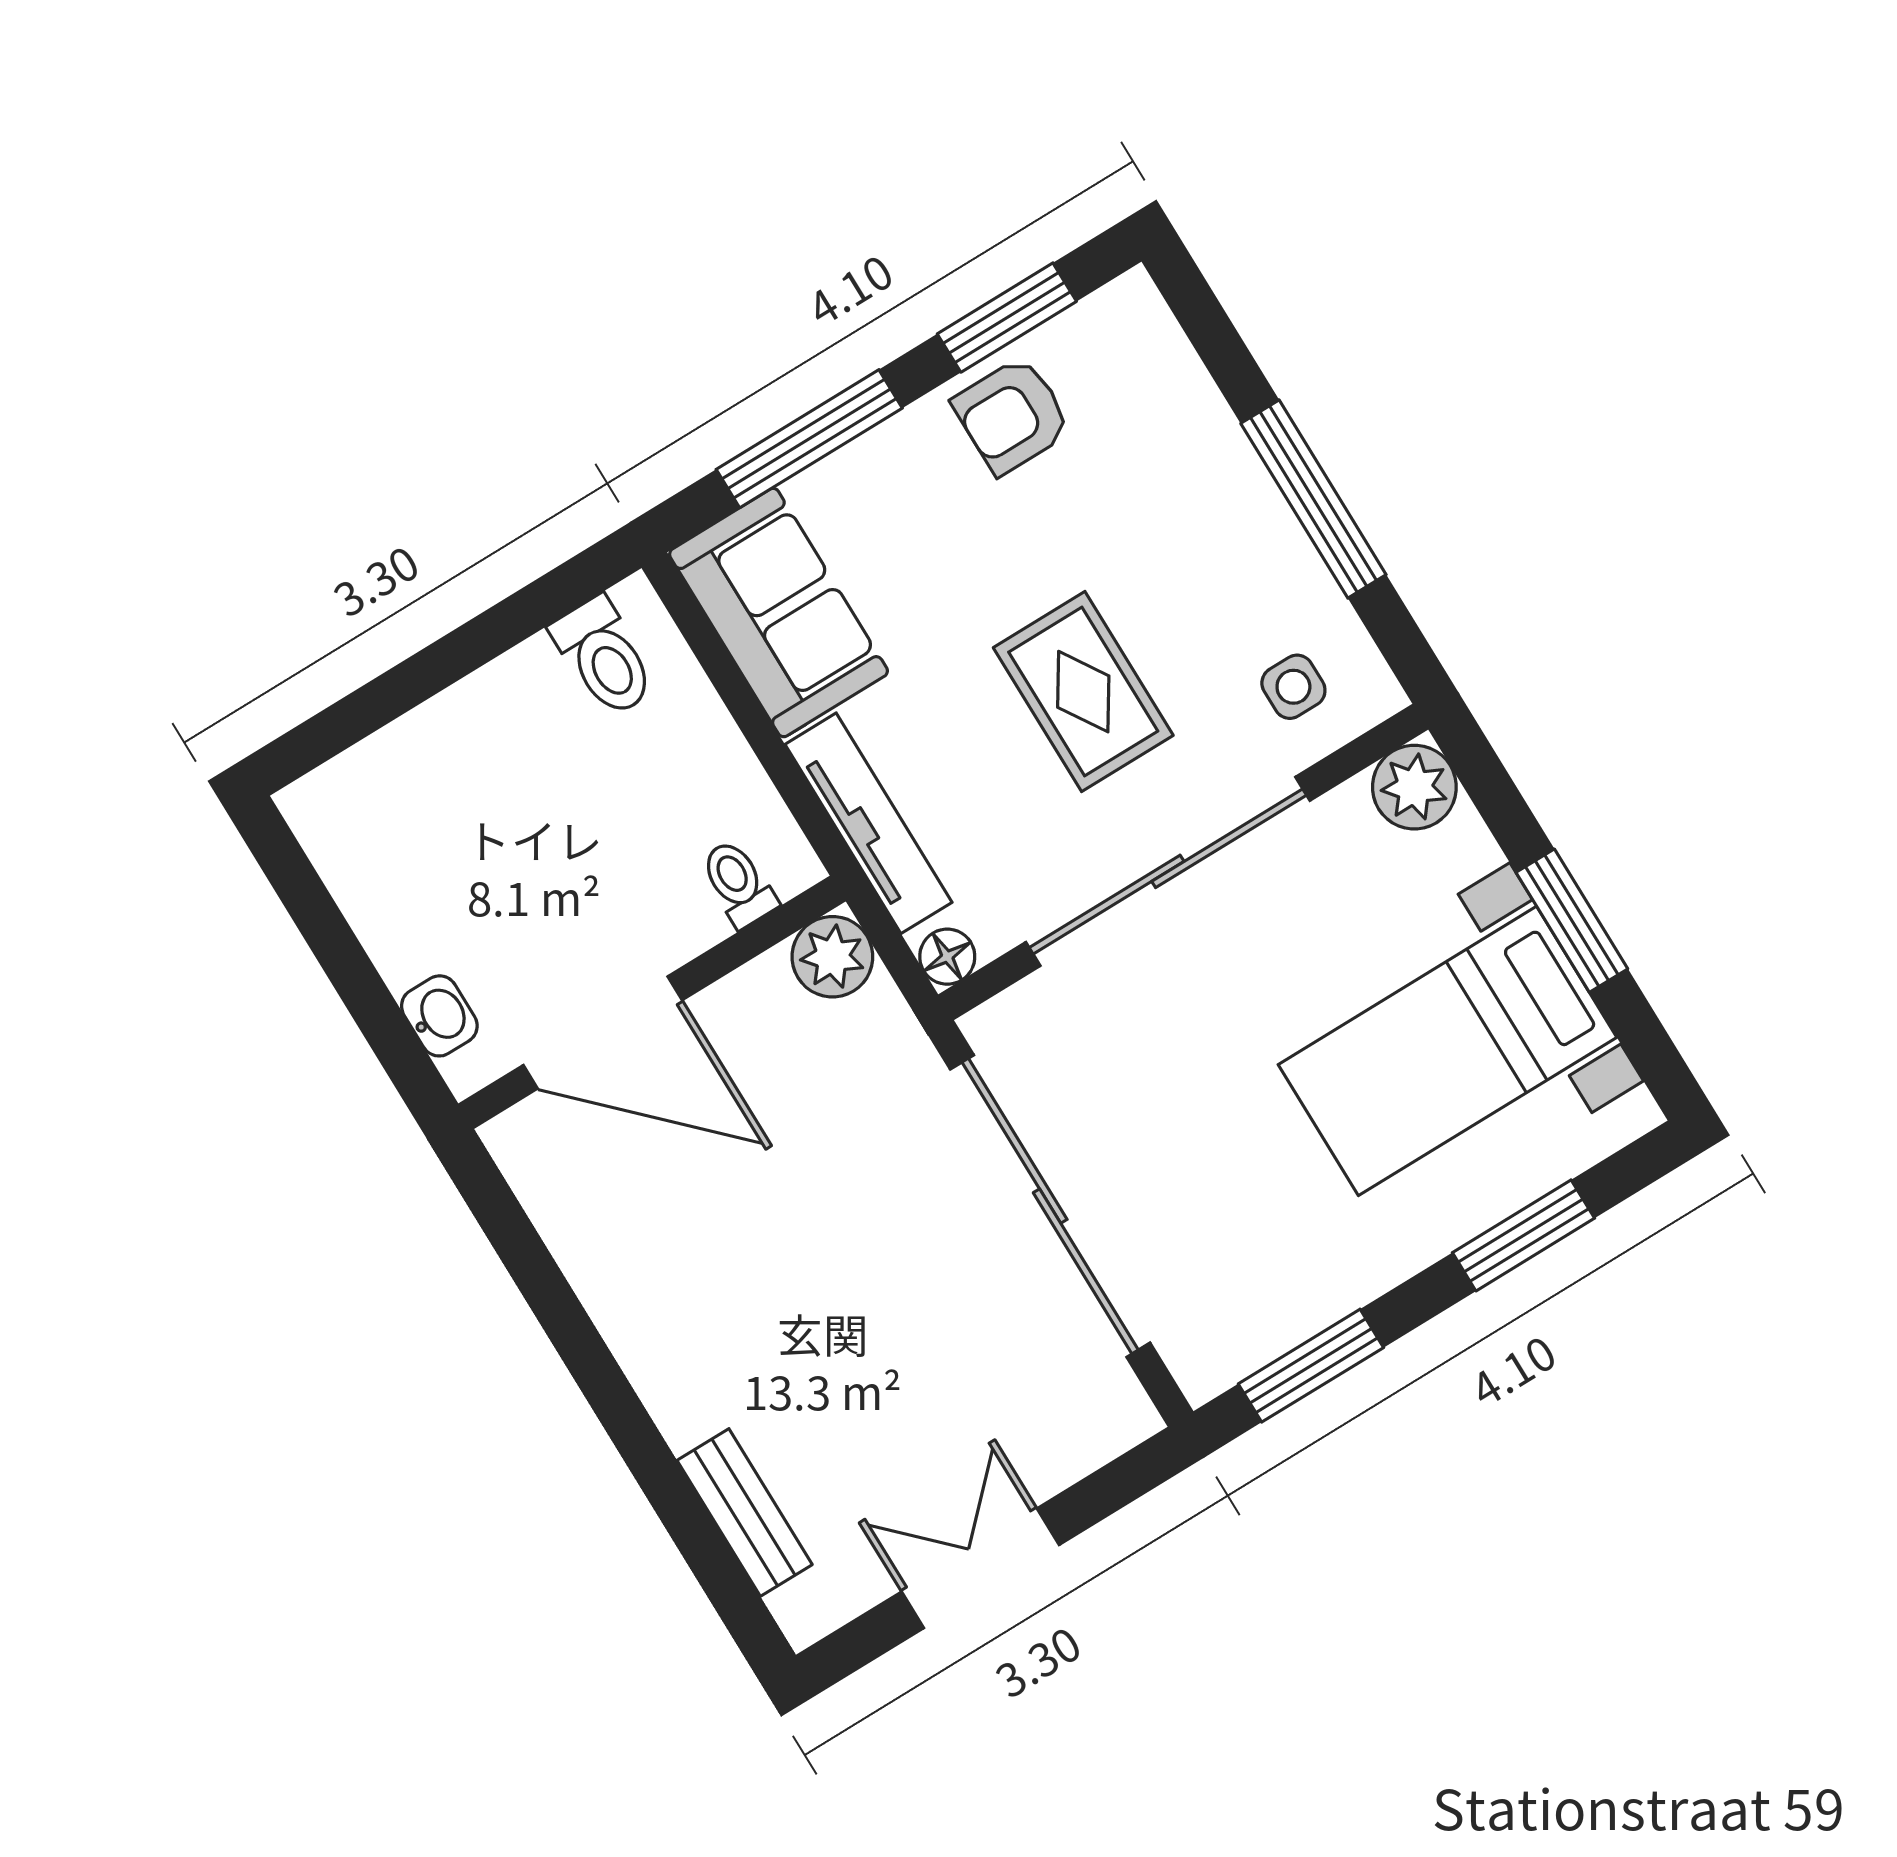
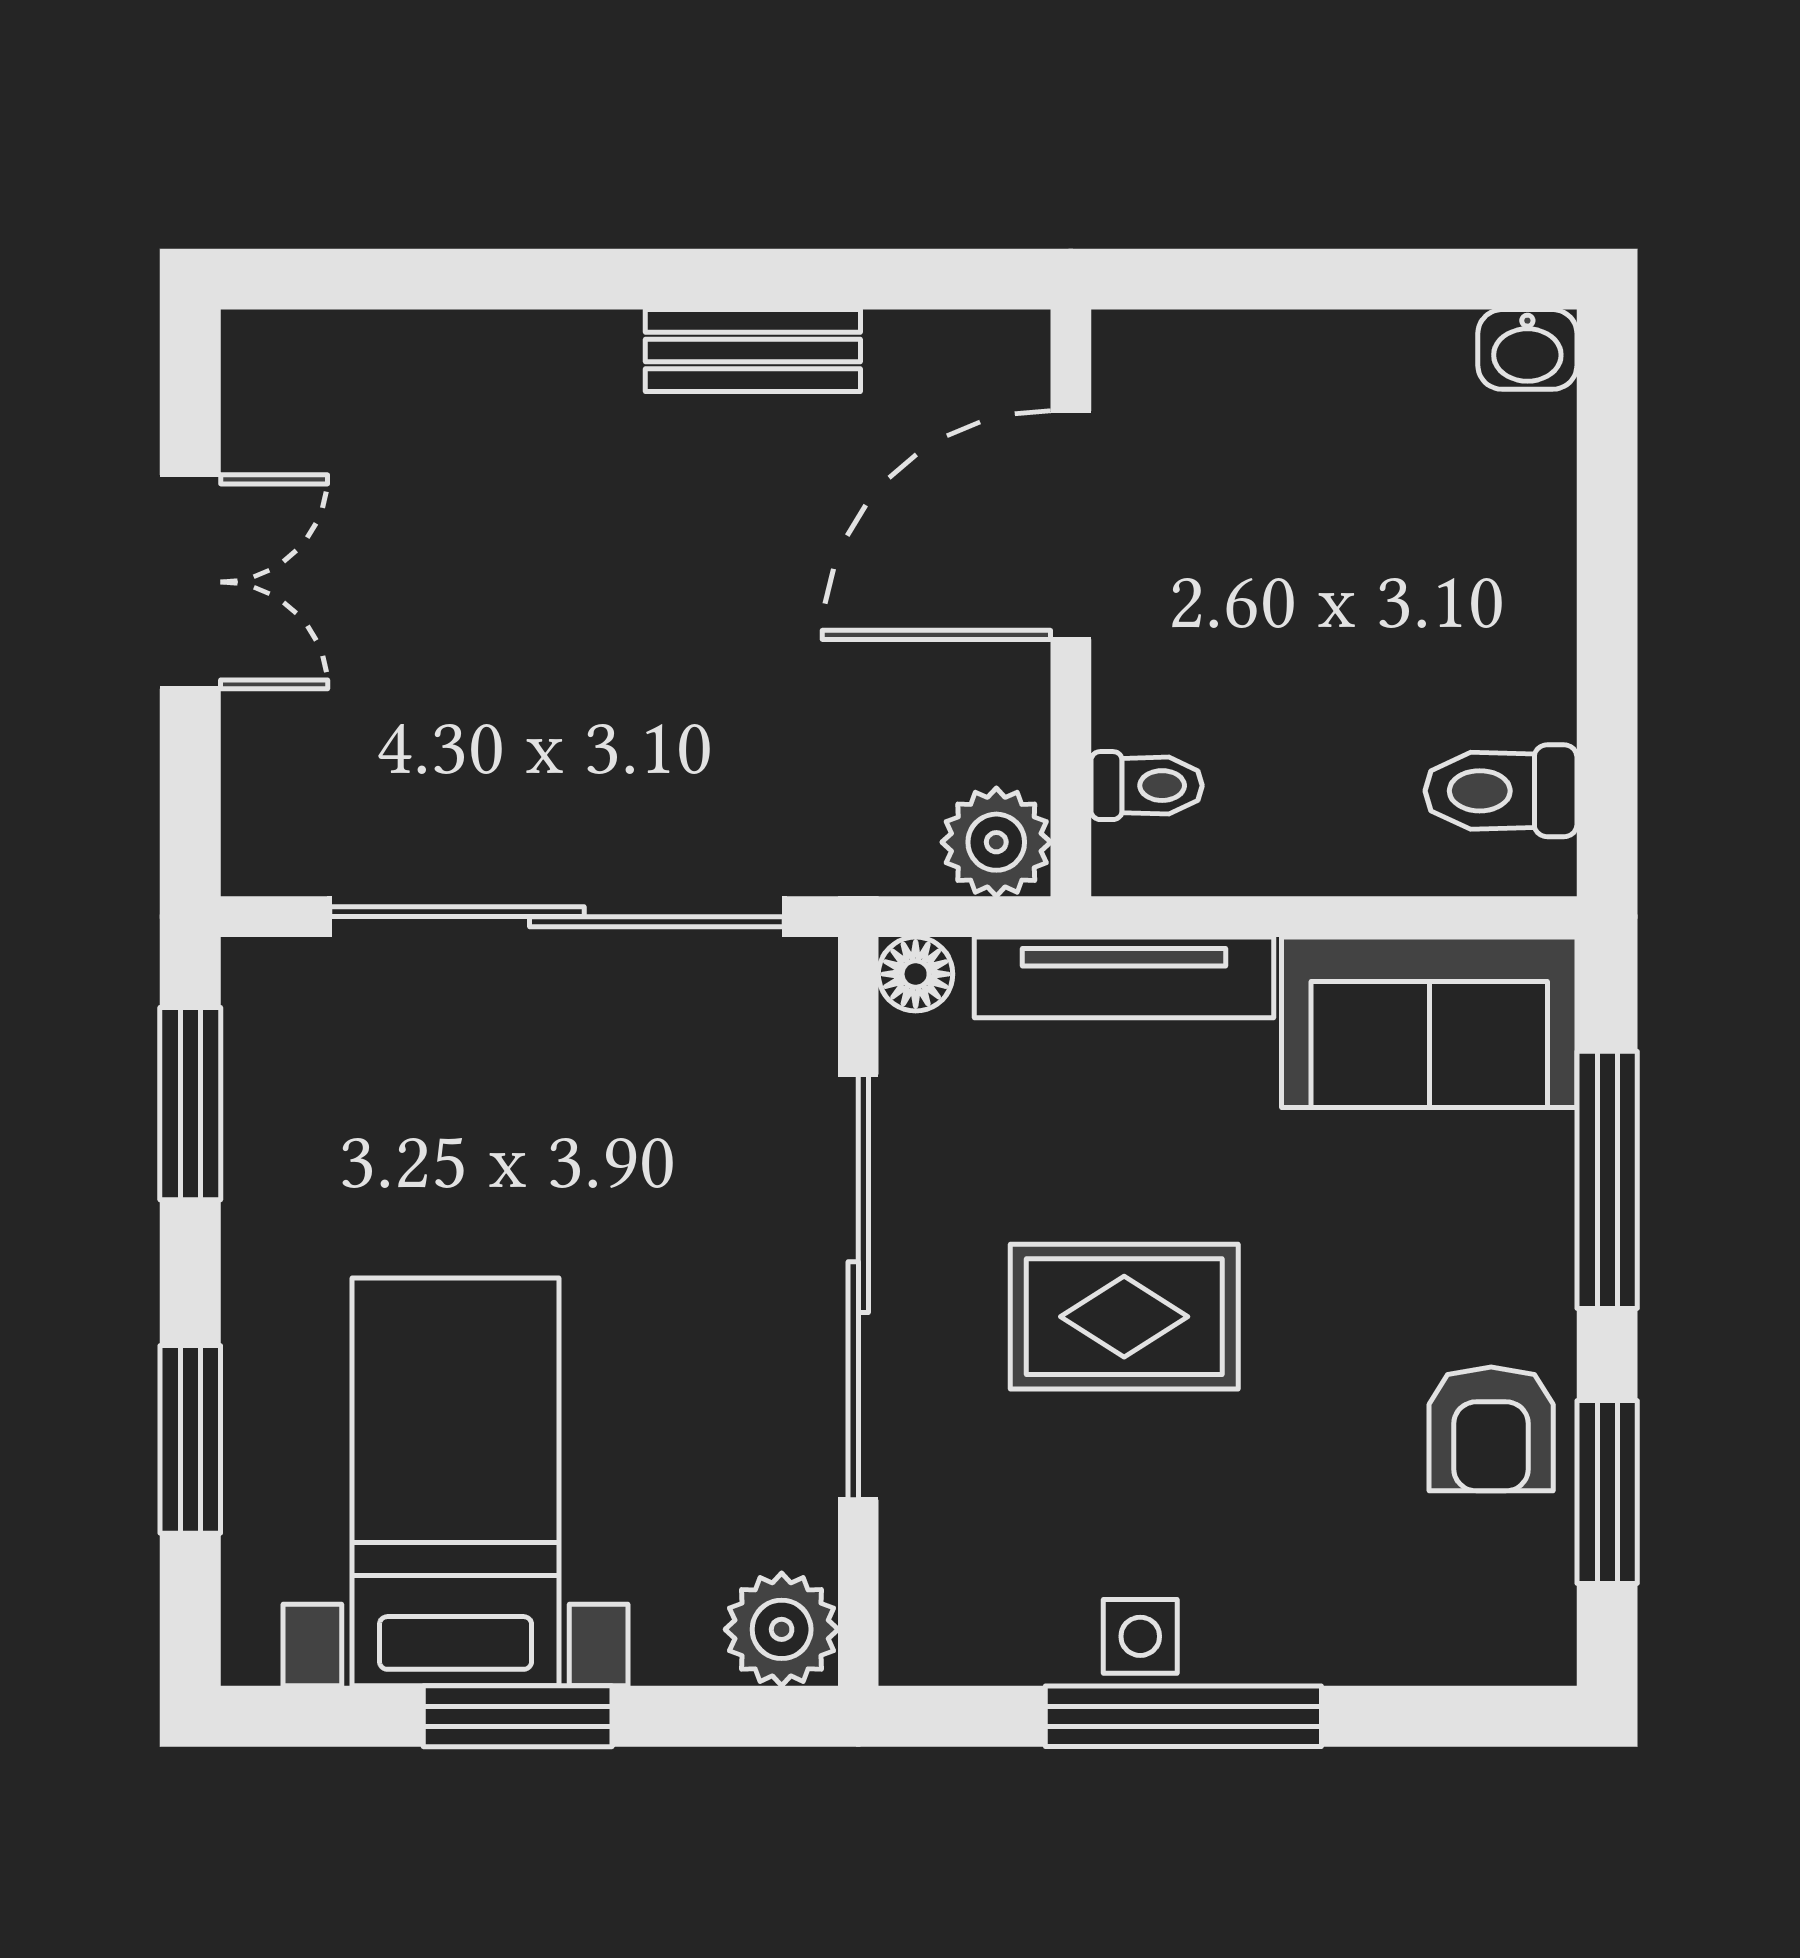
armchair: (1012, 416) -> (1491, 1429), turned 180
side table: (1293, 687) -> (1140, 1636), moved
washbasin: (439, 1016) -> (1527, 349), moved
bench: (745, 1512) -> (753, 351), moved

